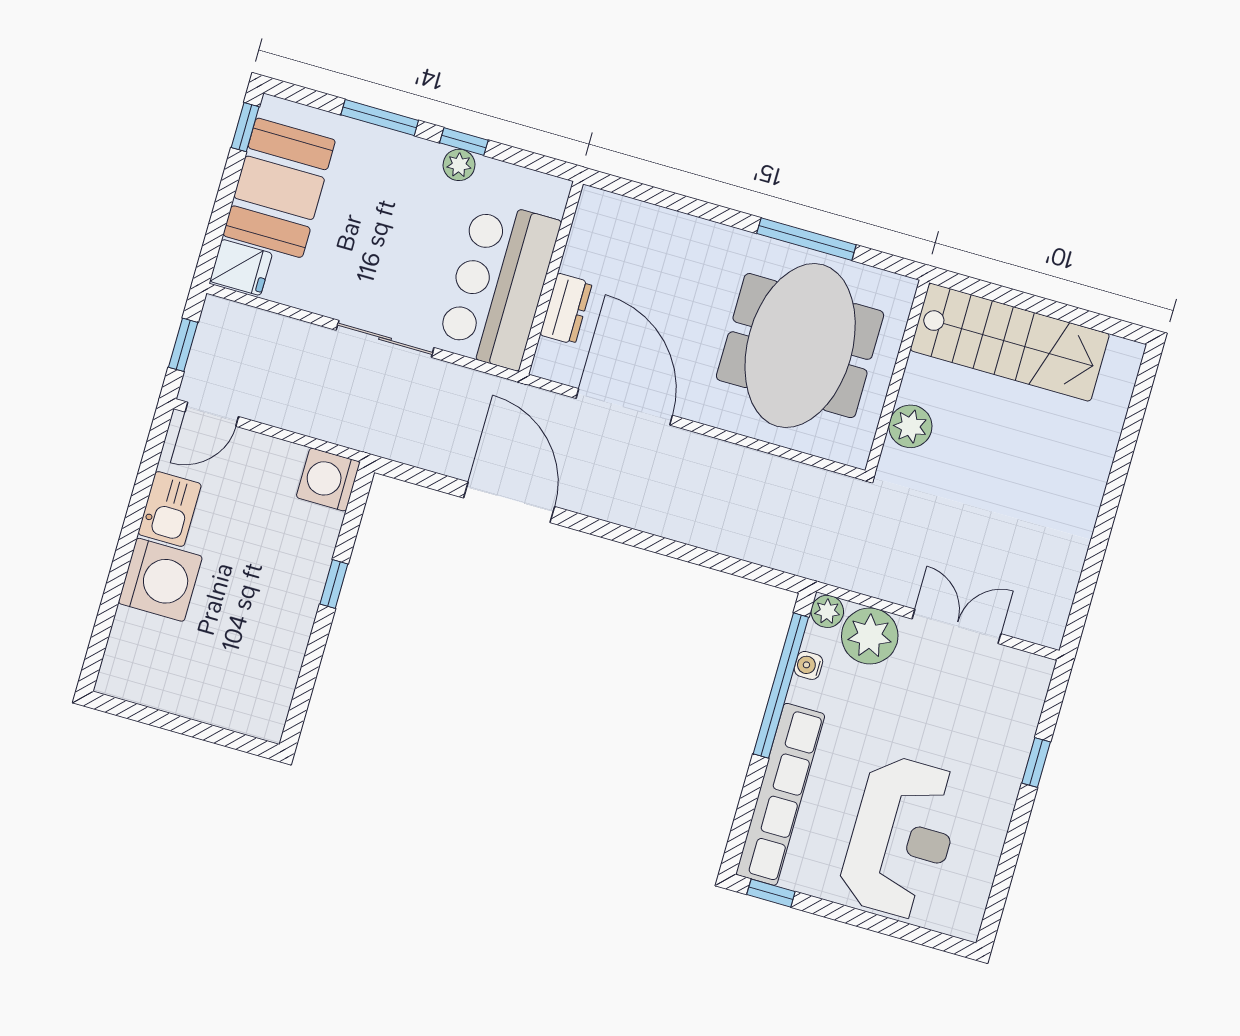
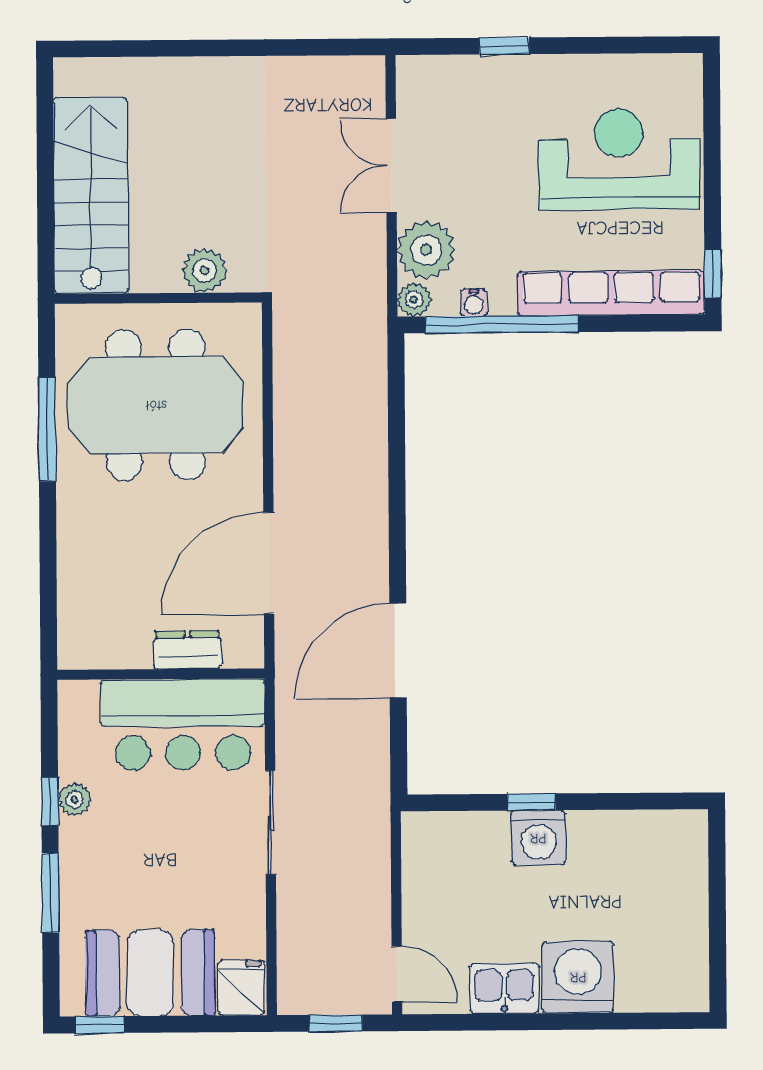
washing machine: (328, 480) -> (538, 838), moved

